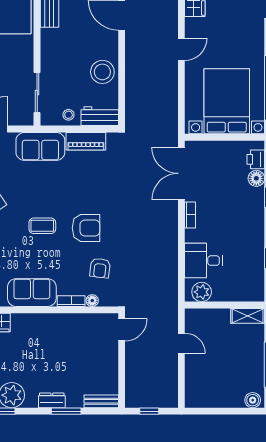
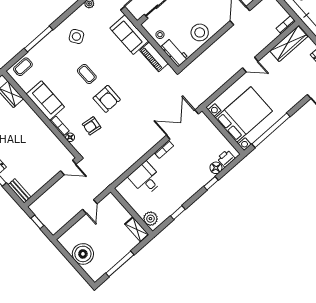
plant: (202, 292) -> (150, 219), moved
boiler: (253, 400) -> (83, 254), moved, width x1.86, depth x1.86

